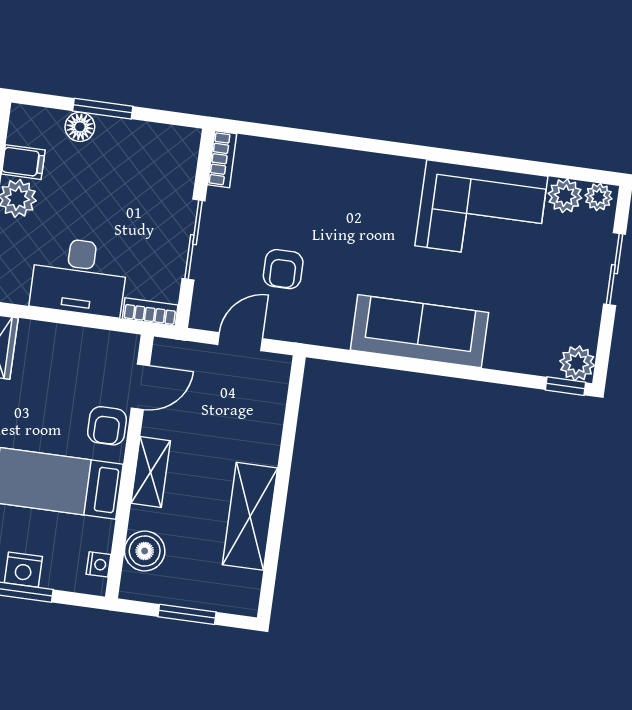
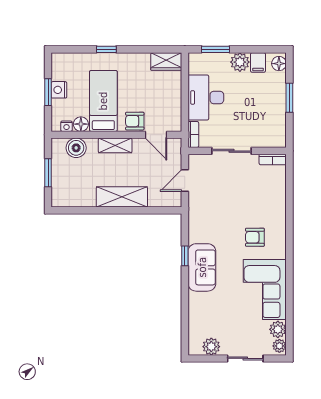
floor lamp: (80, 127) -> (279, 64), moved
armchair: (283, 269) -> (255, 237), moved
sofa: (420, 331) -> (202, 267), width x0.73
door: (240, 342) -> (185, 180), swing flipped
plant: (577, 363) -> (211, 347), moved
window: (565, 386) -> (185, 256), moved
shelving: (250, 516) -> (122, 197), moved
floor lamp: (98, 535) -> (81, 124), added

